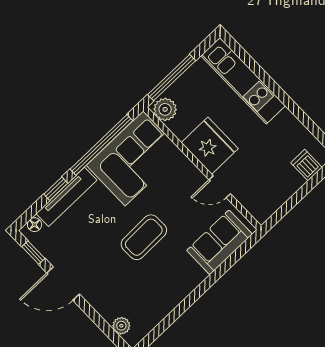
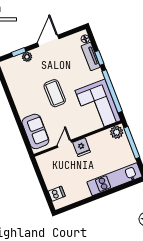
fridge: (210, 146) -> (82, 147), width x0.53, depth x0.75
tv unit: (66, 197) -> (91, 56), width x0.71
window: (33, 252) -> (19, 52), moved
plant: (121, 326) -> (27, 57), moved

